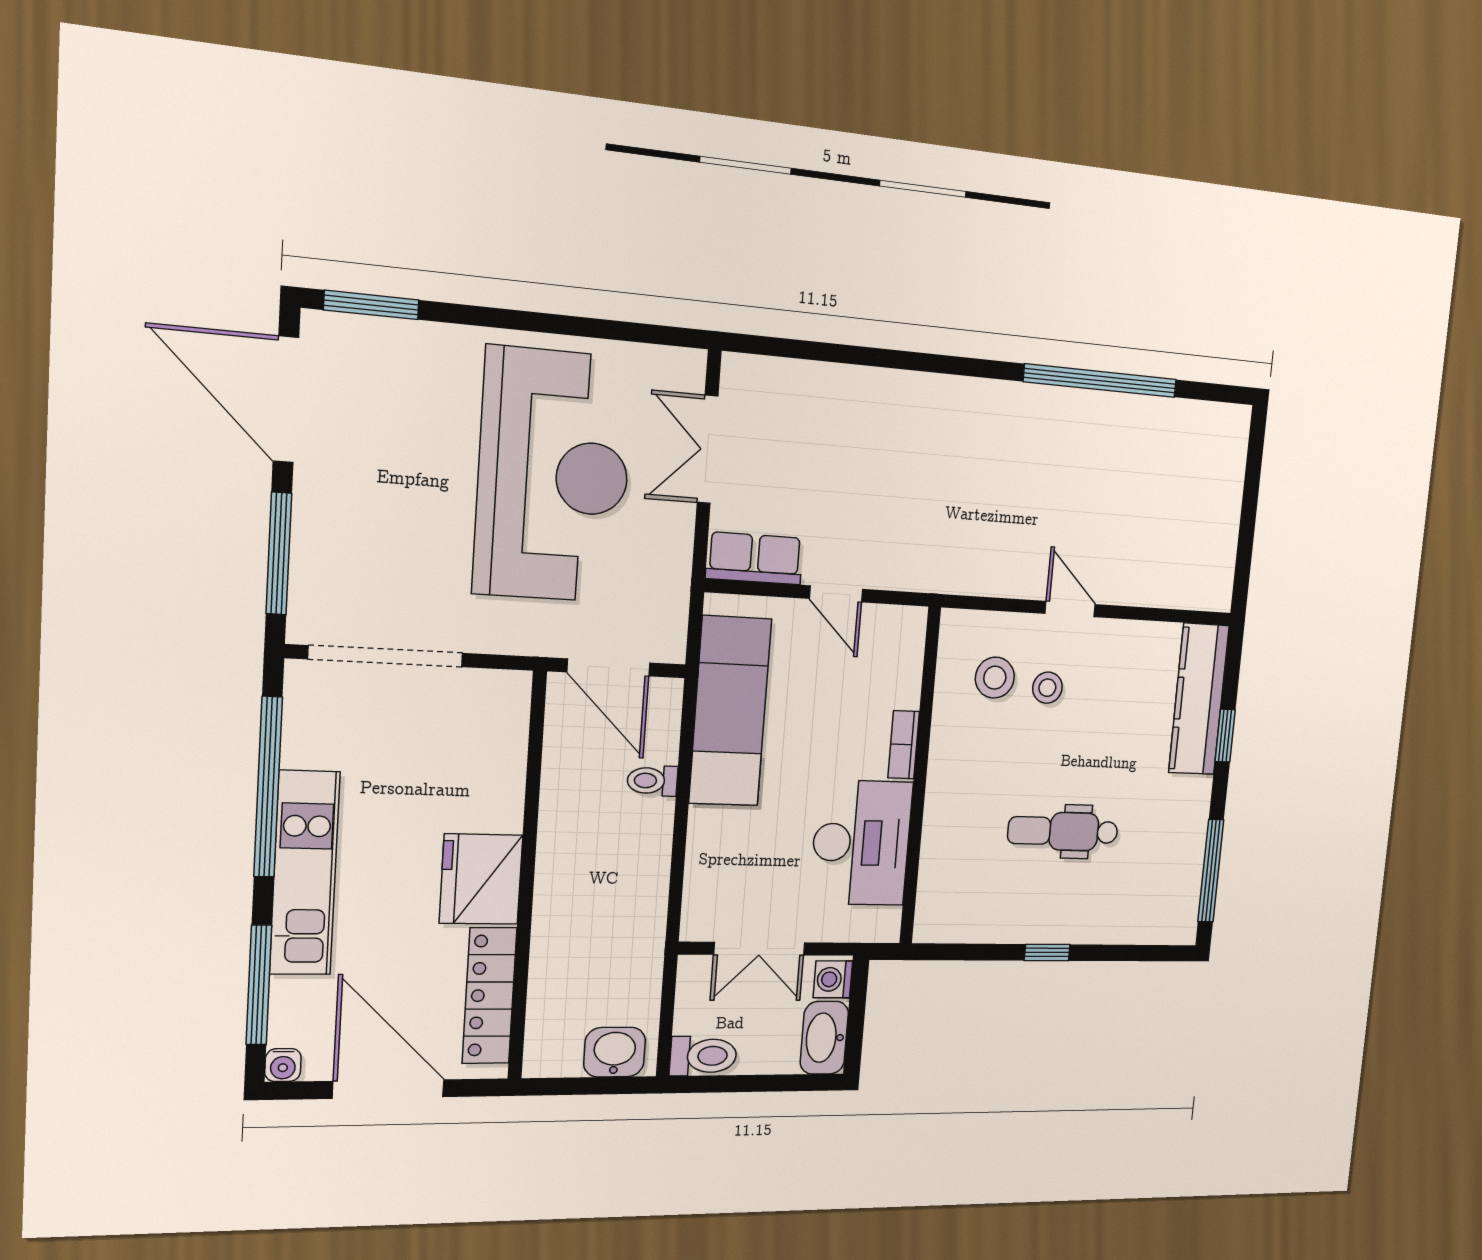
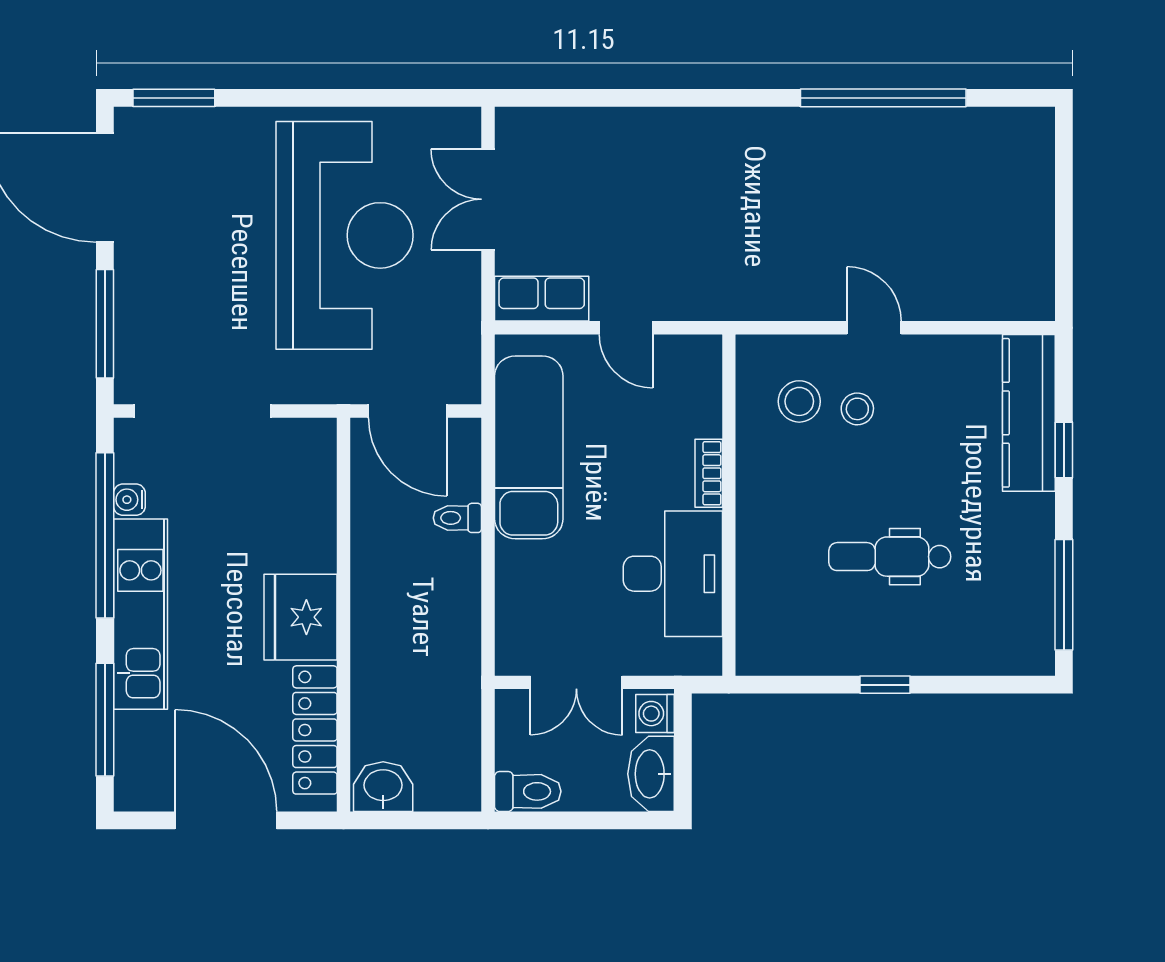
washbasin: (615, 1052) -> (383, 787), moved
water cooler: (283, 1065) -> (129, 500), moved, turned 90

